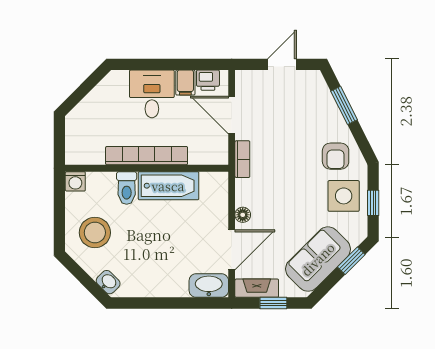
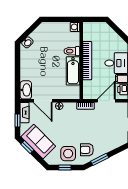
window: (344, 105) -> (100, 159), moved
stool: (95, 233) -> (51, 36), removed
window: (351, 261) -> (27, 147), moved

